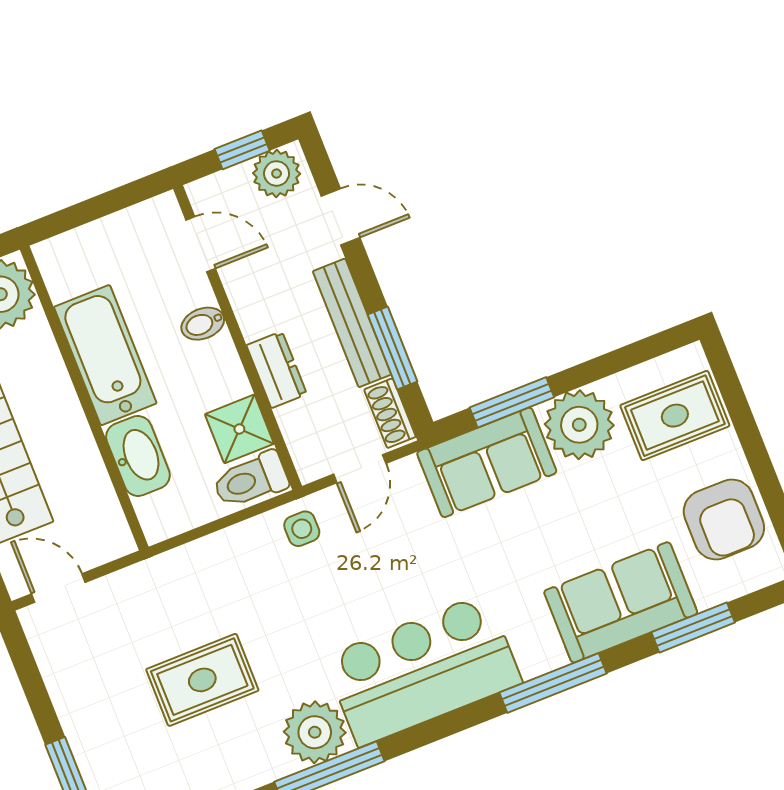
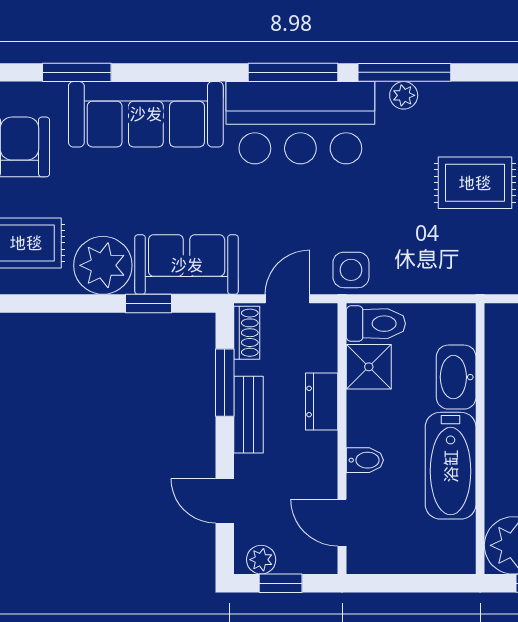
plant: (277, 173) -> (261, 560), width x0.73, depth x0.73
bench: (352, 323) -> (248, 415), width x0.73
window: (512, 402) -> (148, 303), width x0.67
side table: (302, 529) -> (351, 270), width x1.37, depth x1.37
sofa: (621, 602) -> (146, 114), width x1.36
window: (553, 683) -> (293, 72), moved
plant: (315, 732) -> (404, 95), width x0.53, depth x0.53

